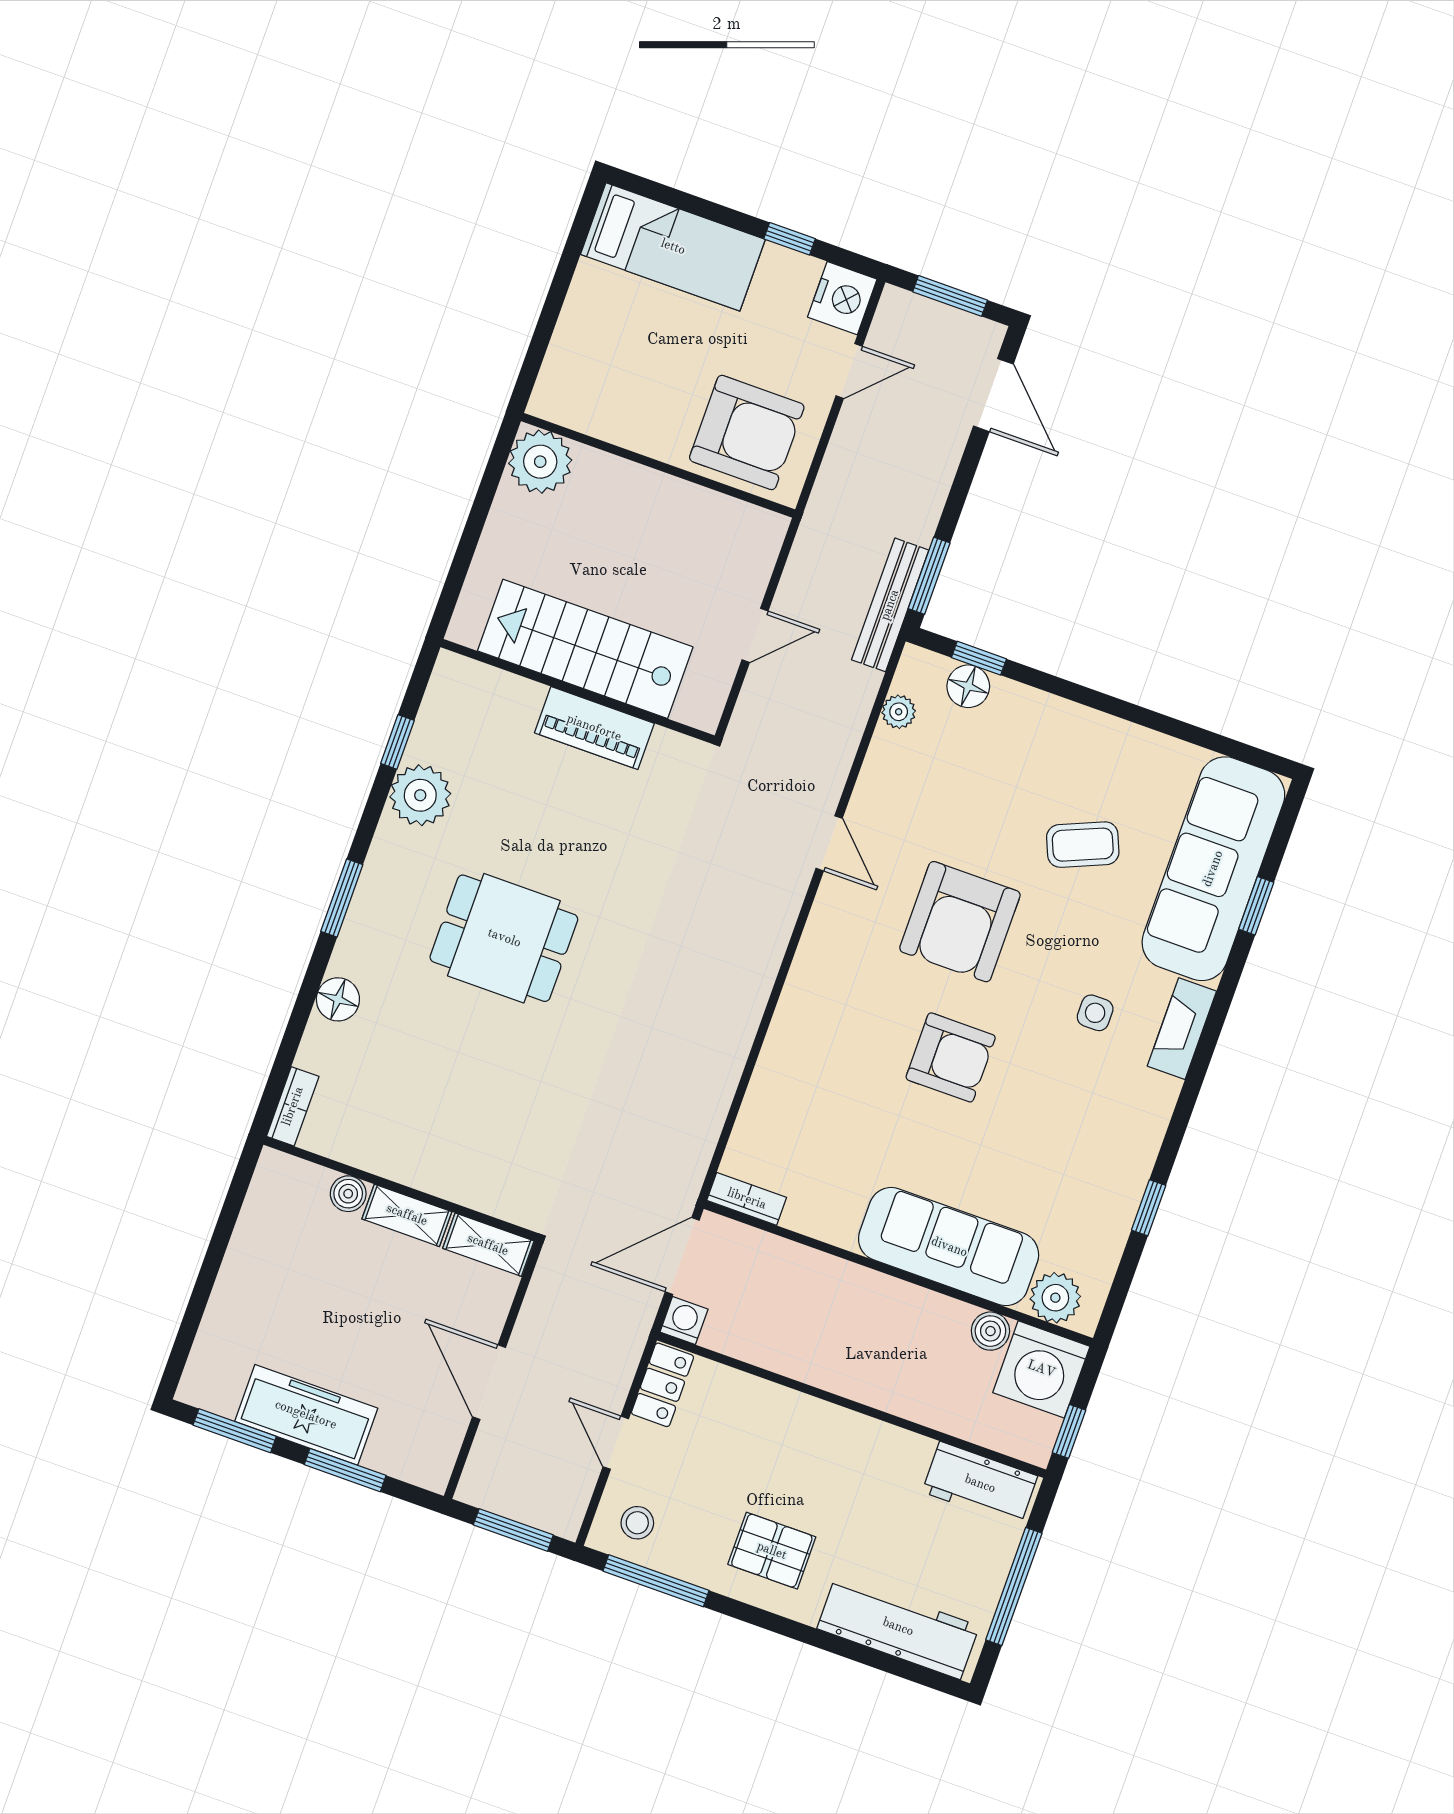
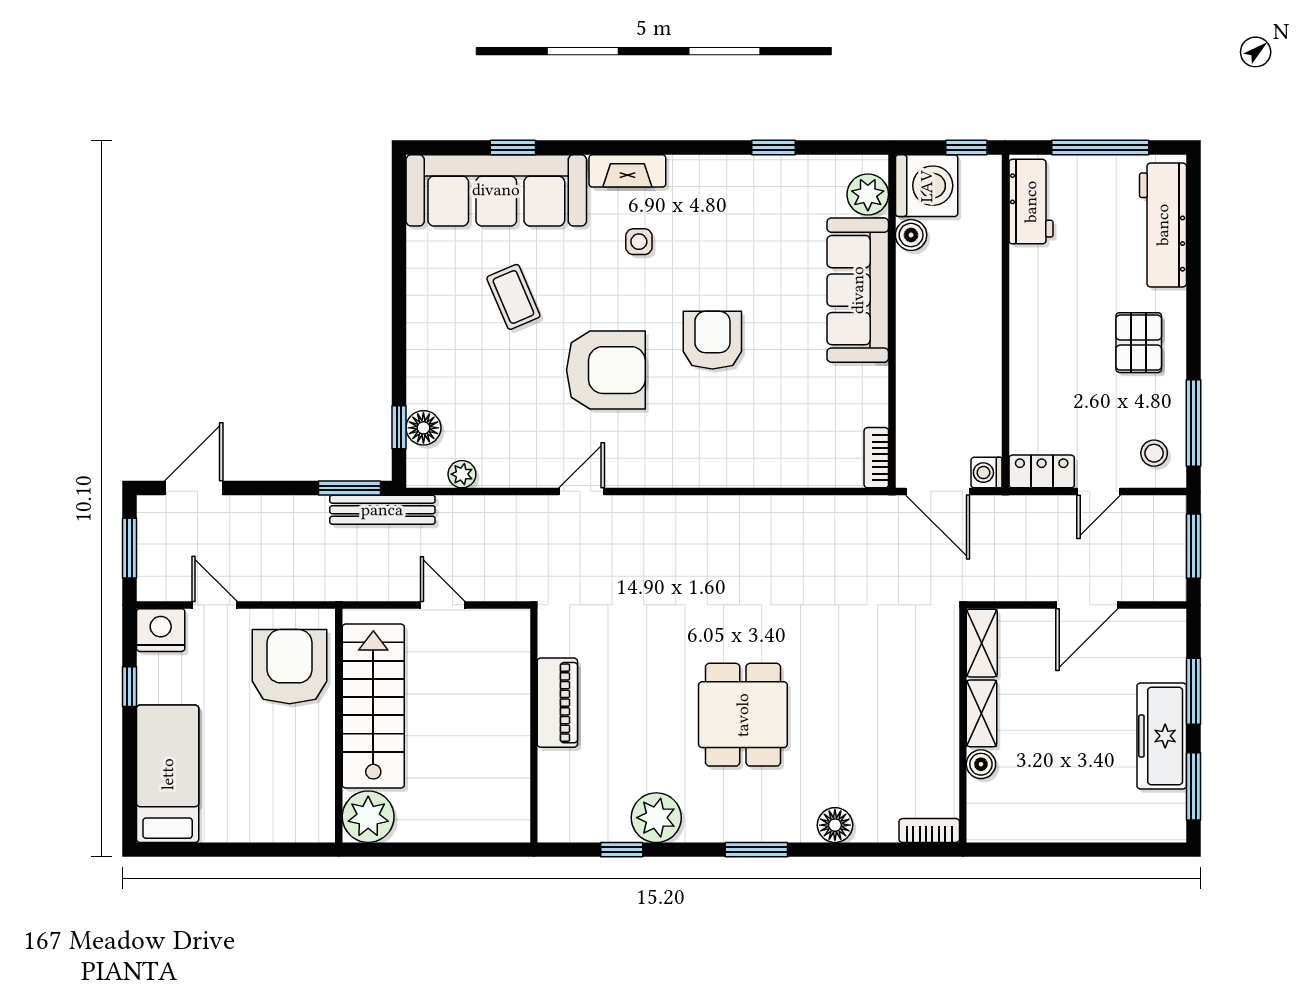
stairs: (585, 649) -> (373, 706), moved, turned 180

